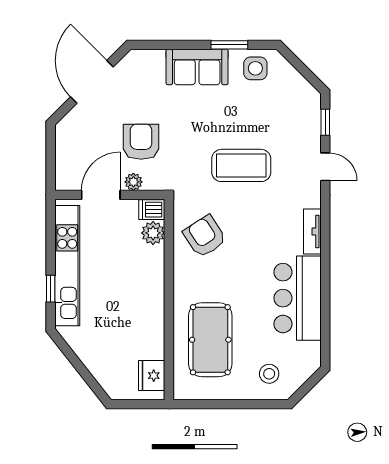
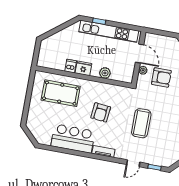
dishwasher: (152, 210) -> (71, 66), moved
plant: (153, 233) -> (105, 73), moved
armchair: (205, 236) -> (101, 112), moved, turned 129
stool: (269, 374) -> (39, 118), removed
fridge: (152, 376) -> (83, 68), moved

